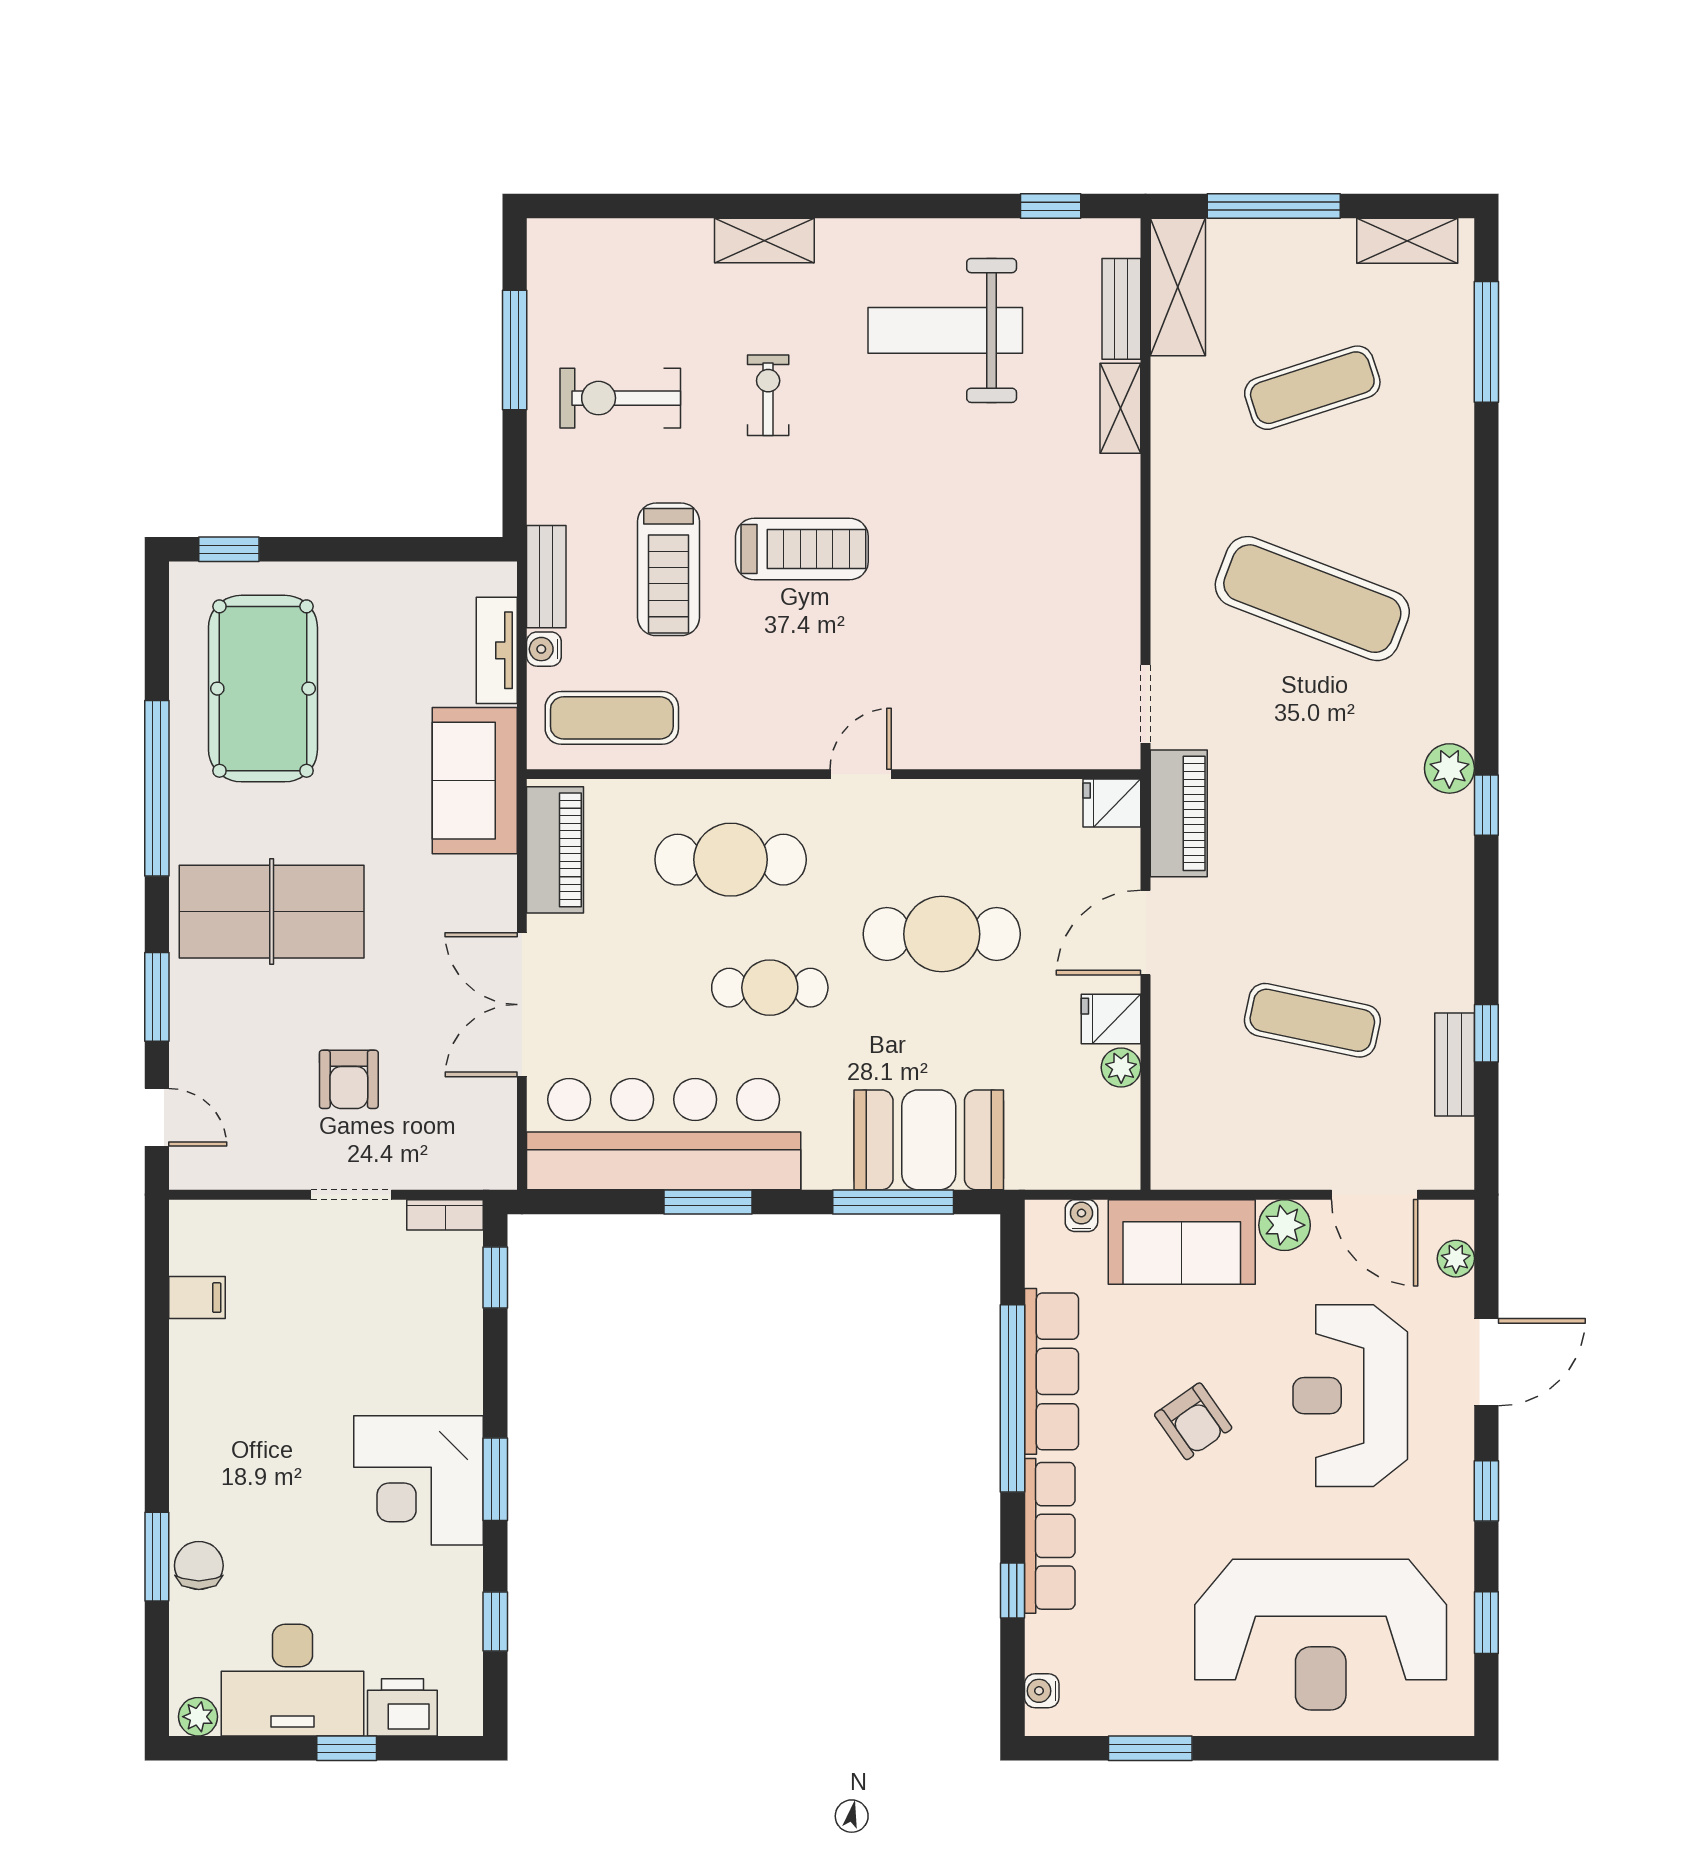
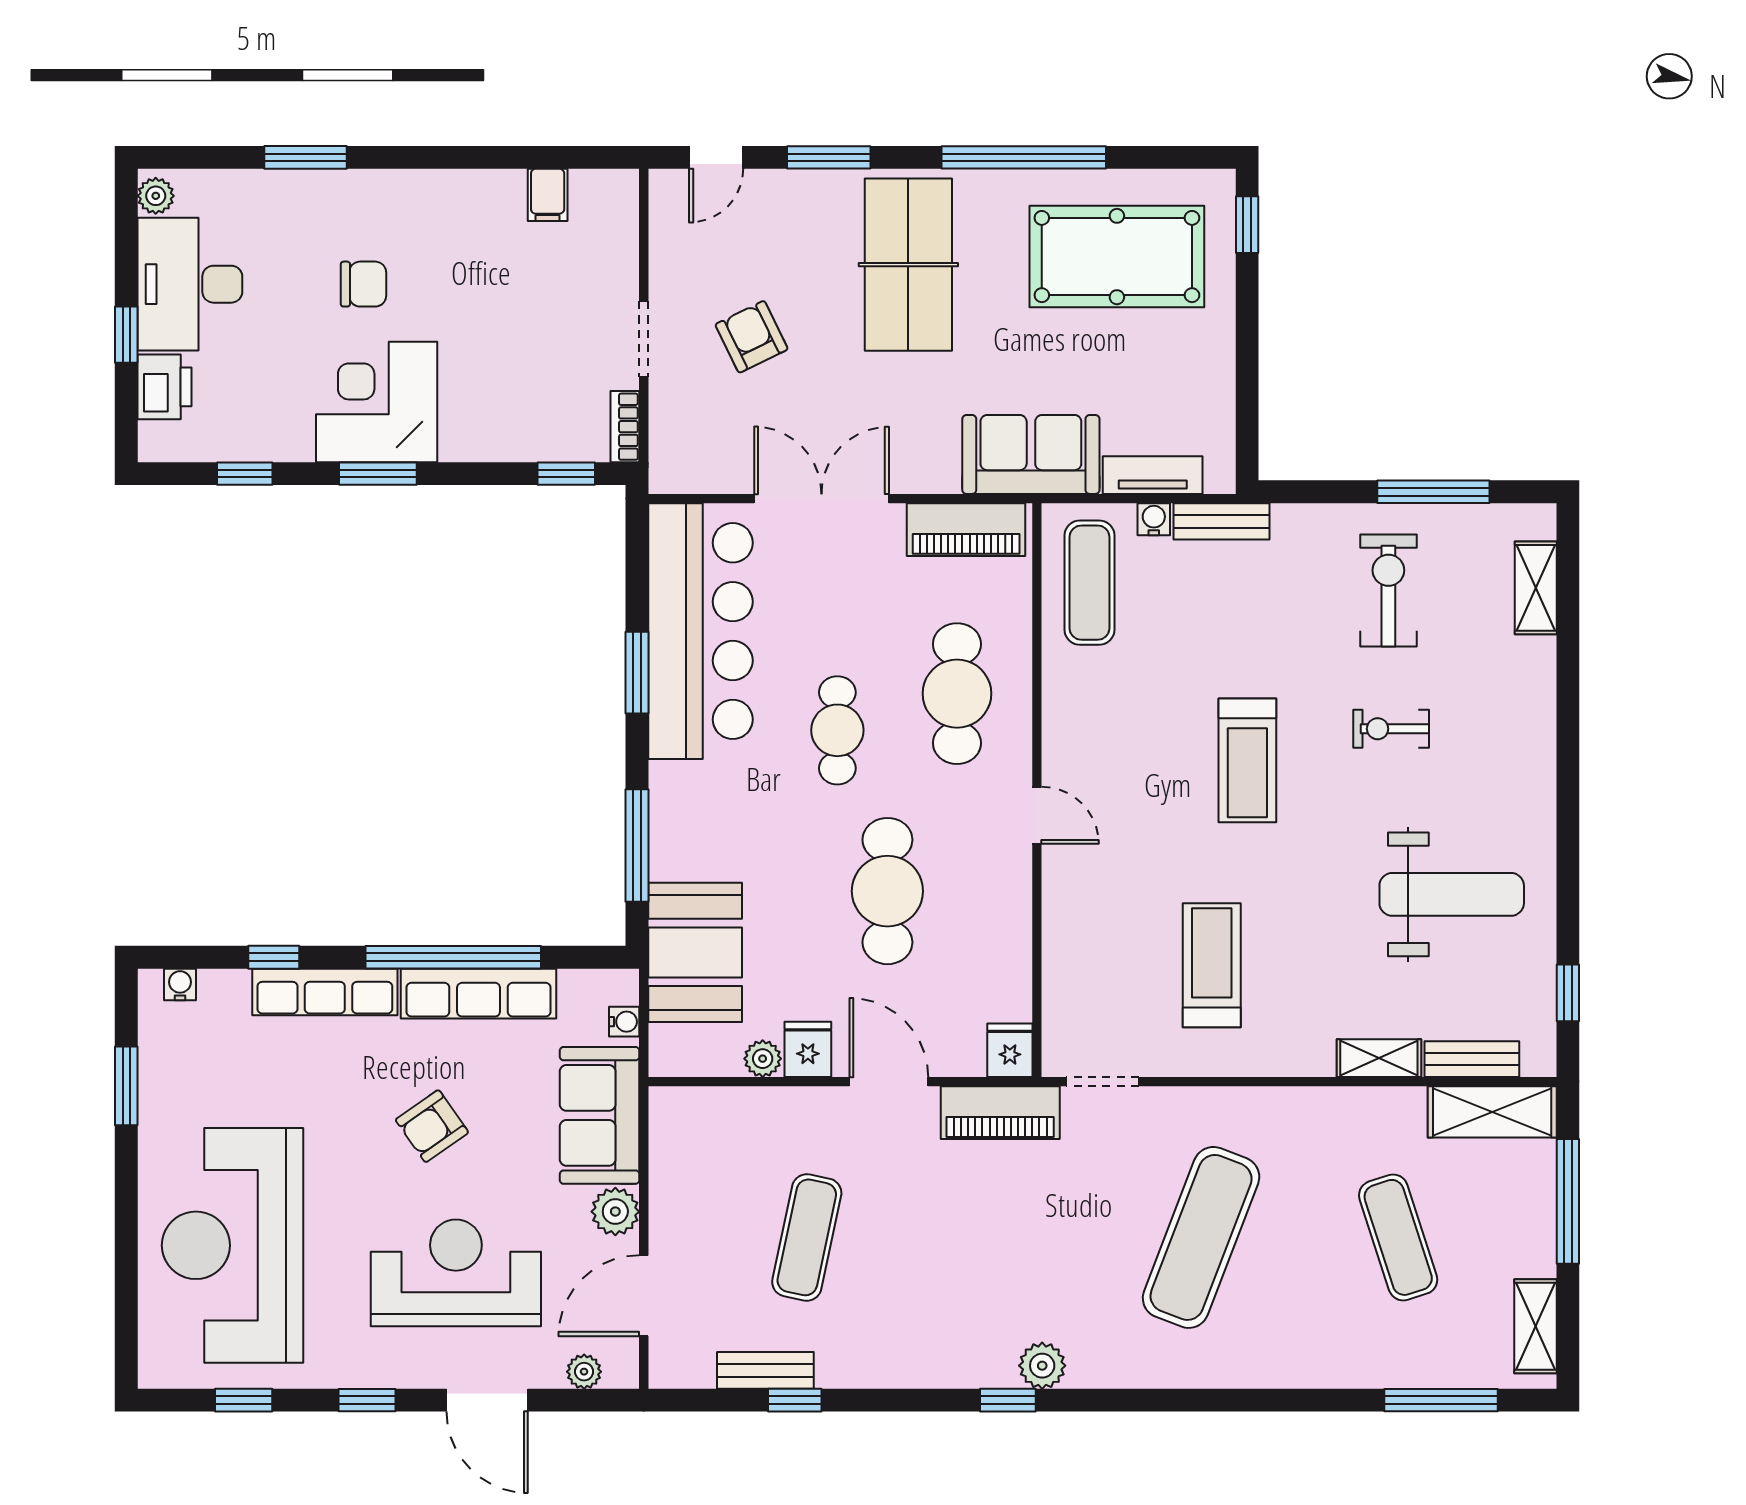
shelving: (764, 241) -> (1536, 588), moved
weight bench: (945, 330) -> (1452, 894), turned 90
exercise bike: (768, 395) -> (1391, 729), turned 180
treadmill: (669, 569) -> (1212, 965), moved, turned 90
armchair: (349, 1079) -> (752, 337), turned 64
booth: (929, 1140) -> (695, 952), moved
chair: (199, 1566) -> (364, 284), moved

